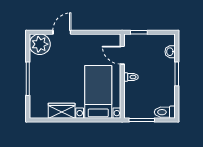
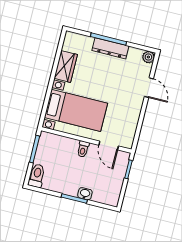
plant: (40, 44) -> (148, 57), width x0.53, depth x0.53
washbasin: (170, 52) -> (85, 194), moved
door: (122, 55) -> (109, 146), swing flipped
dresser: (36, 75) -> (110, 48), added

